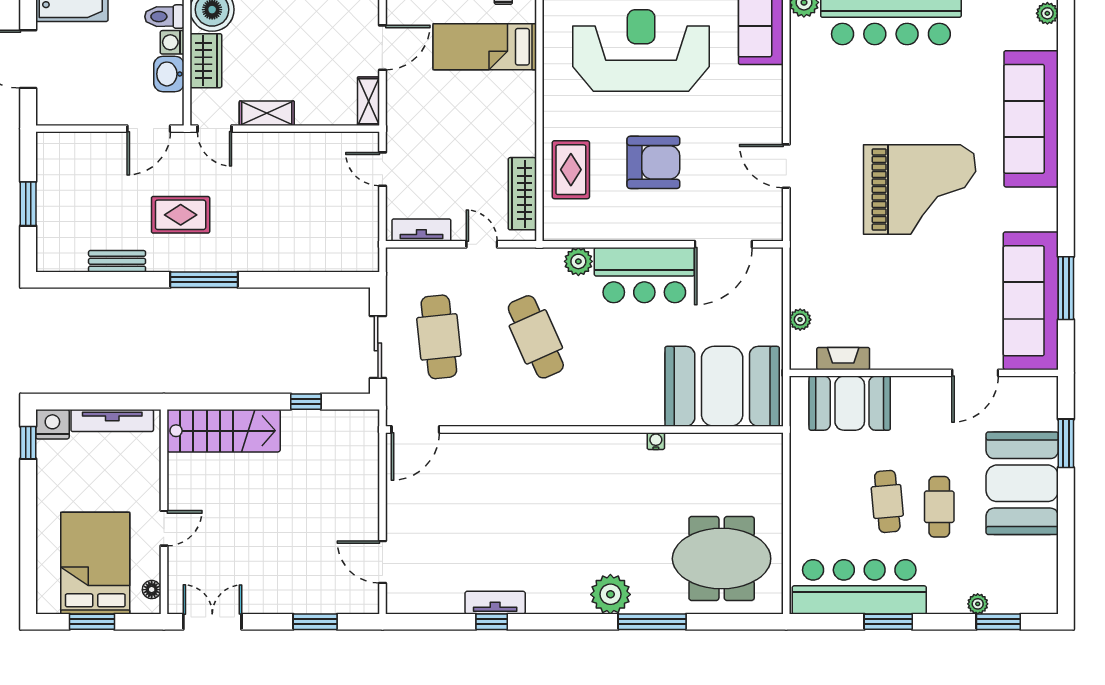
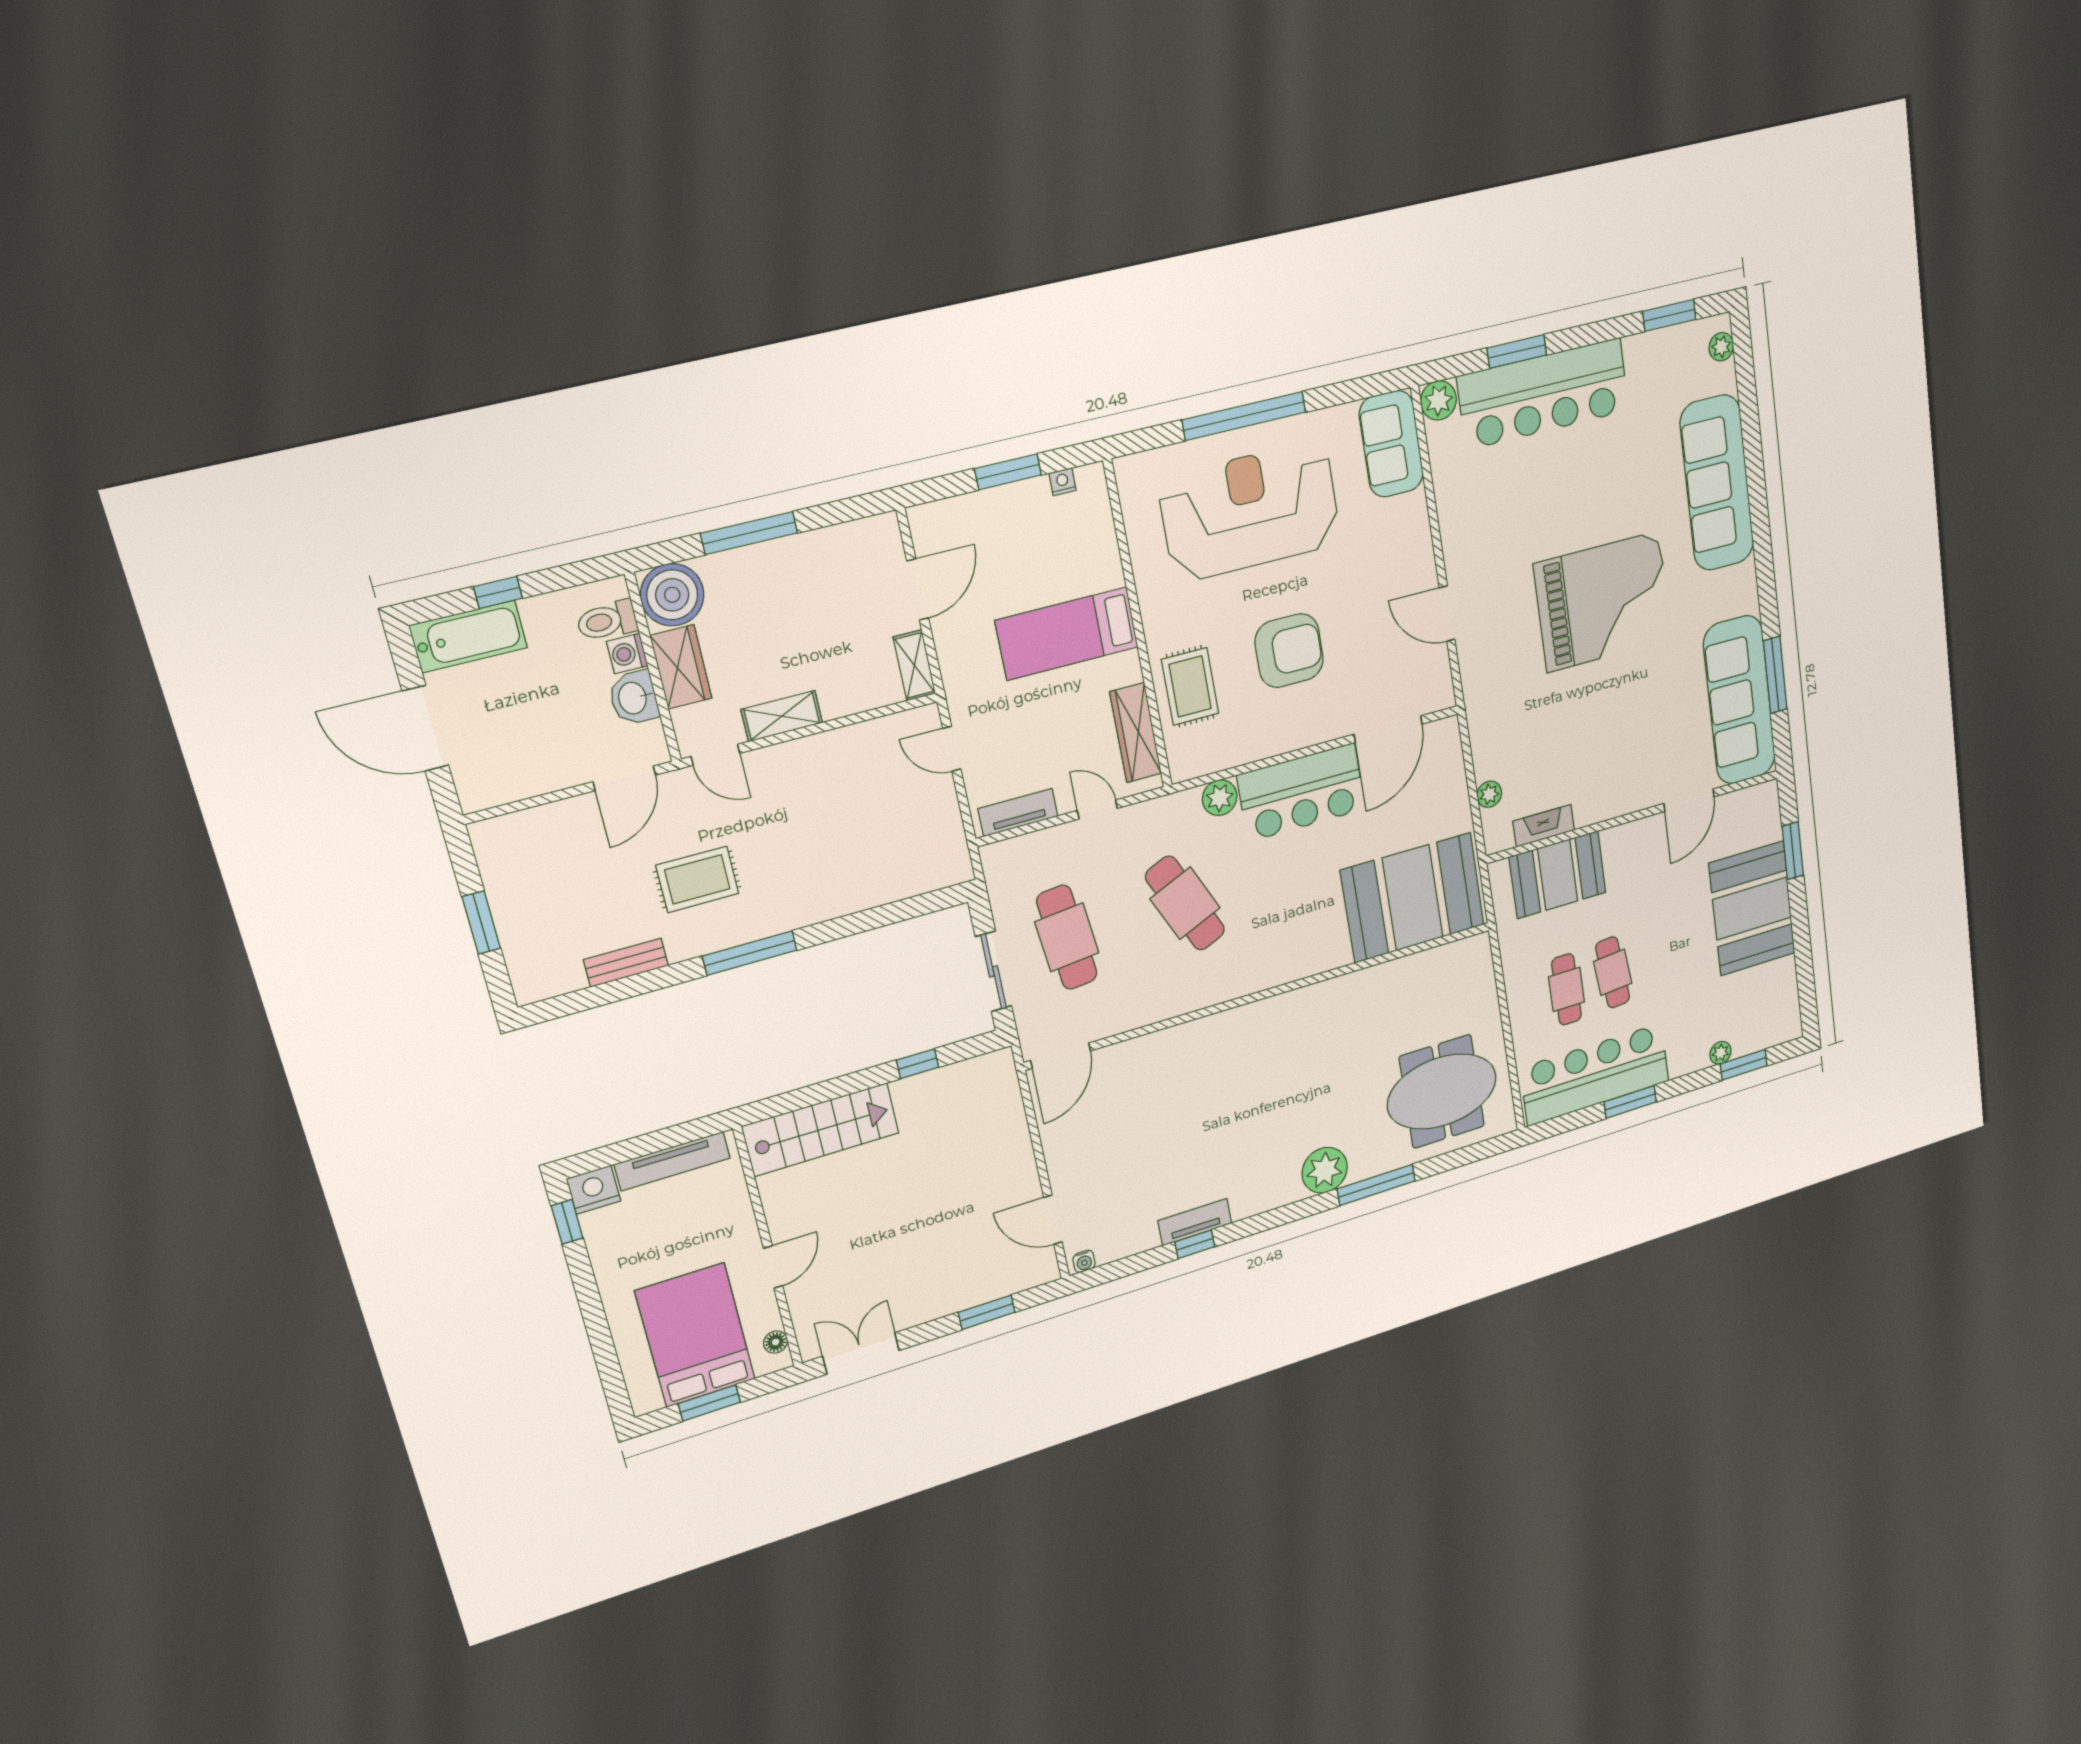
bed: (485, 47) -> (1067, 634), moved
water cooler: (656, 441) -> (1084, 1261), moved, turned 180
cafe table: (939, 507) -> (1567, 989), moved

